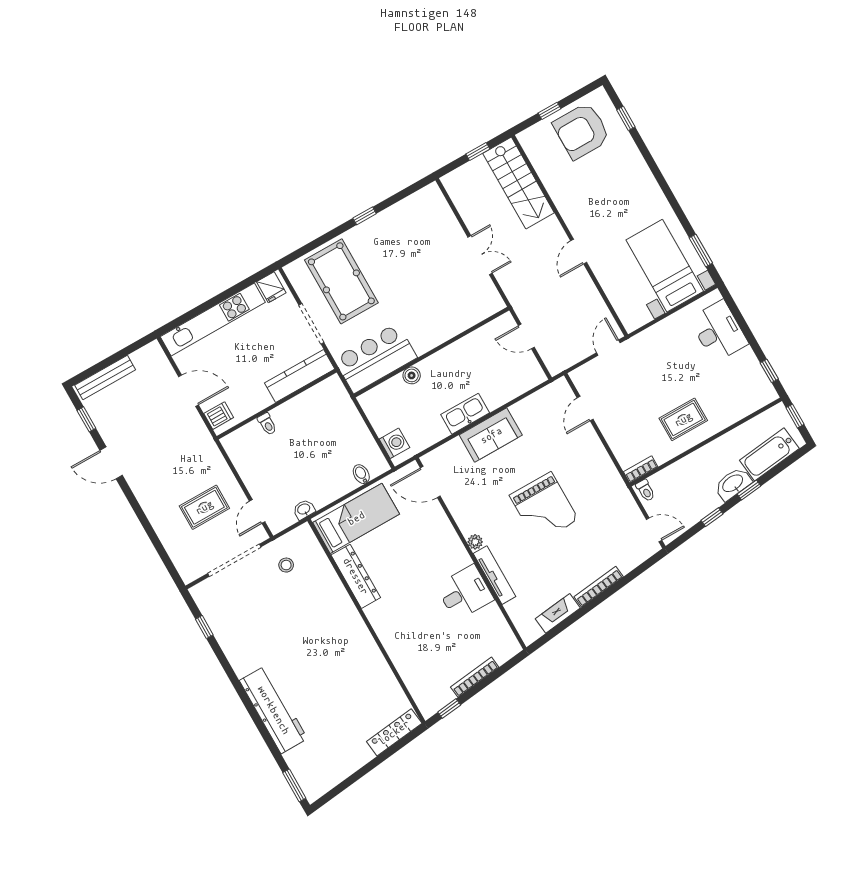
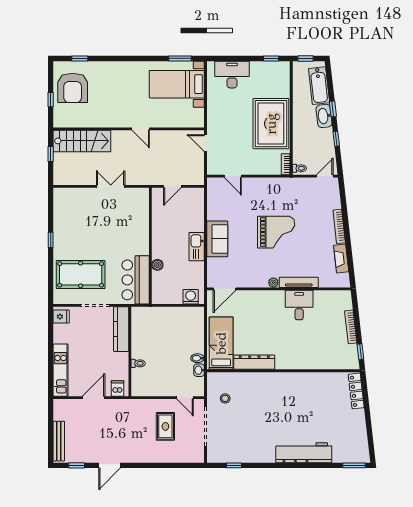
kitchen unit: (213, 320) -> (61, 370), width x0.73
rug: (683, 419) -> (271, 124), width x1.86, depth x2.06
bidet: (361, 474) -> (197, 358), moved

